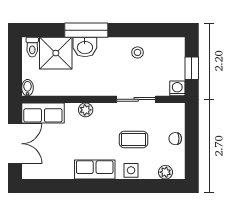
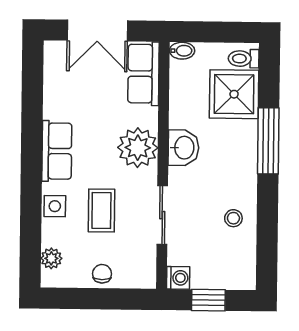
washbasin: (85, 47) -> (183, 148), moved, turned 180
plant: (86, 110) -> (138, 148), width x1.88, depth x1.88

